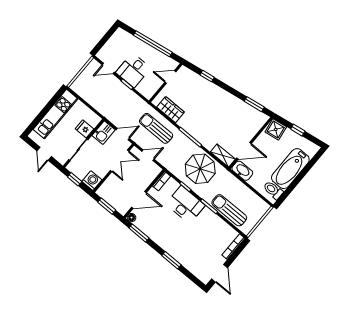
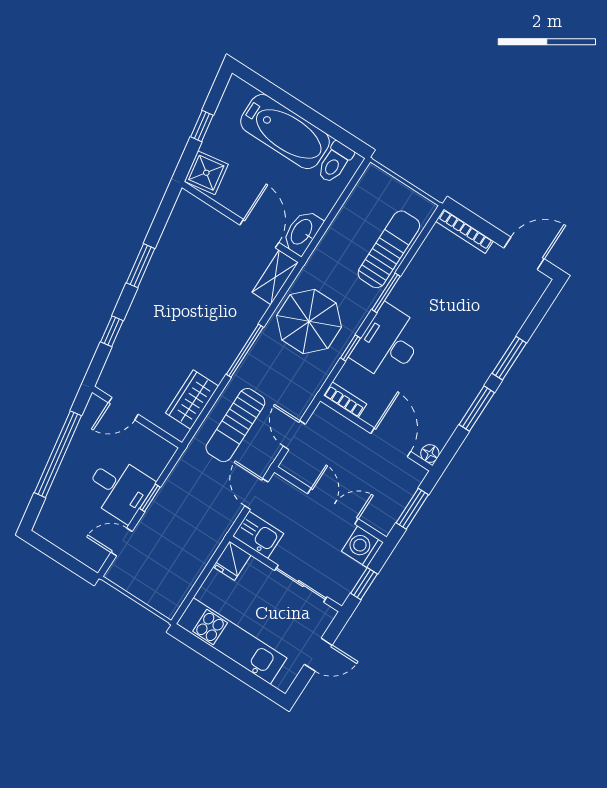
door: (108, 68) -> (122, 542), swing flipped
door: (170, 77) -> (123, 409), hinge flipped
window: (254, 104) -> (141, 266), moved
fridge: (85, 129) -> (232, 561), moved
double door: (120, 161) -> (333, 506), moved
sun lounger: (229, 210) -> (389, 249), turned 180
window: (139, 233) -> (477, 409), moved

